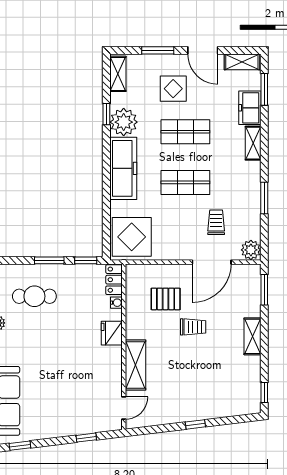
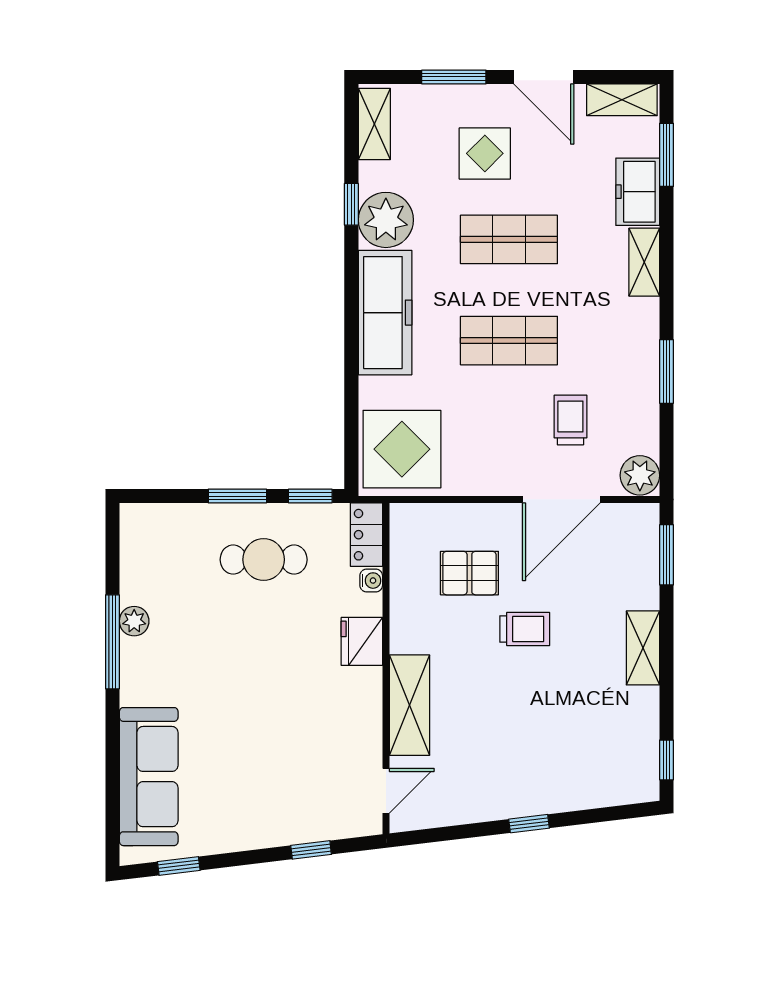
cafe table: (34, 296) -> (264, 560), moved

